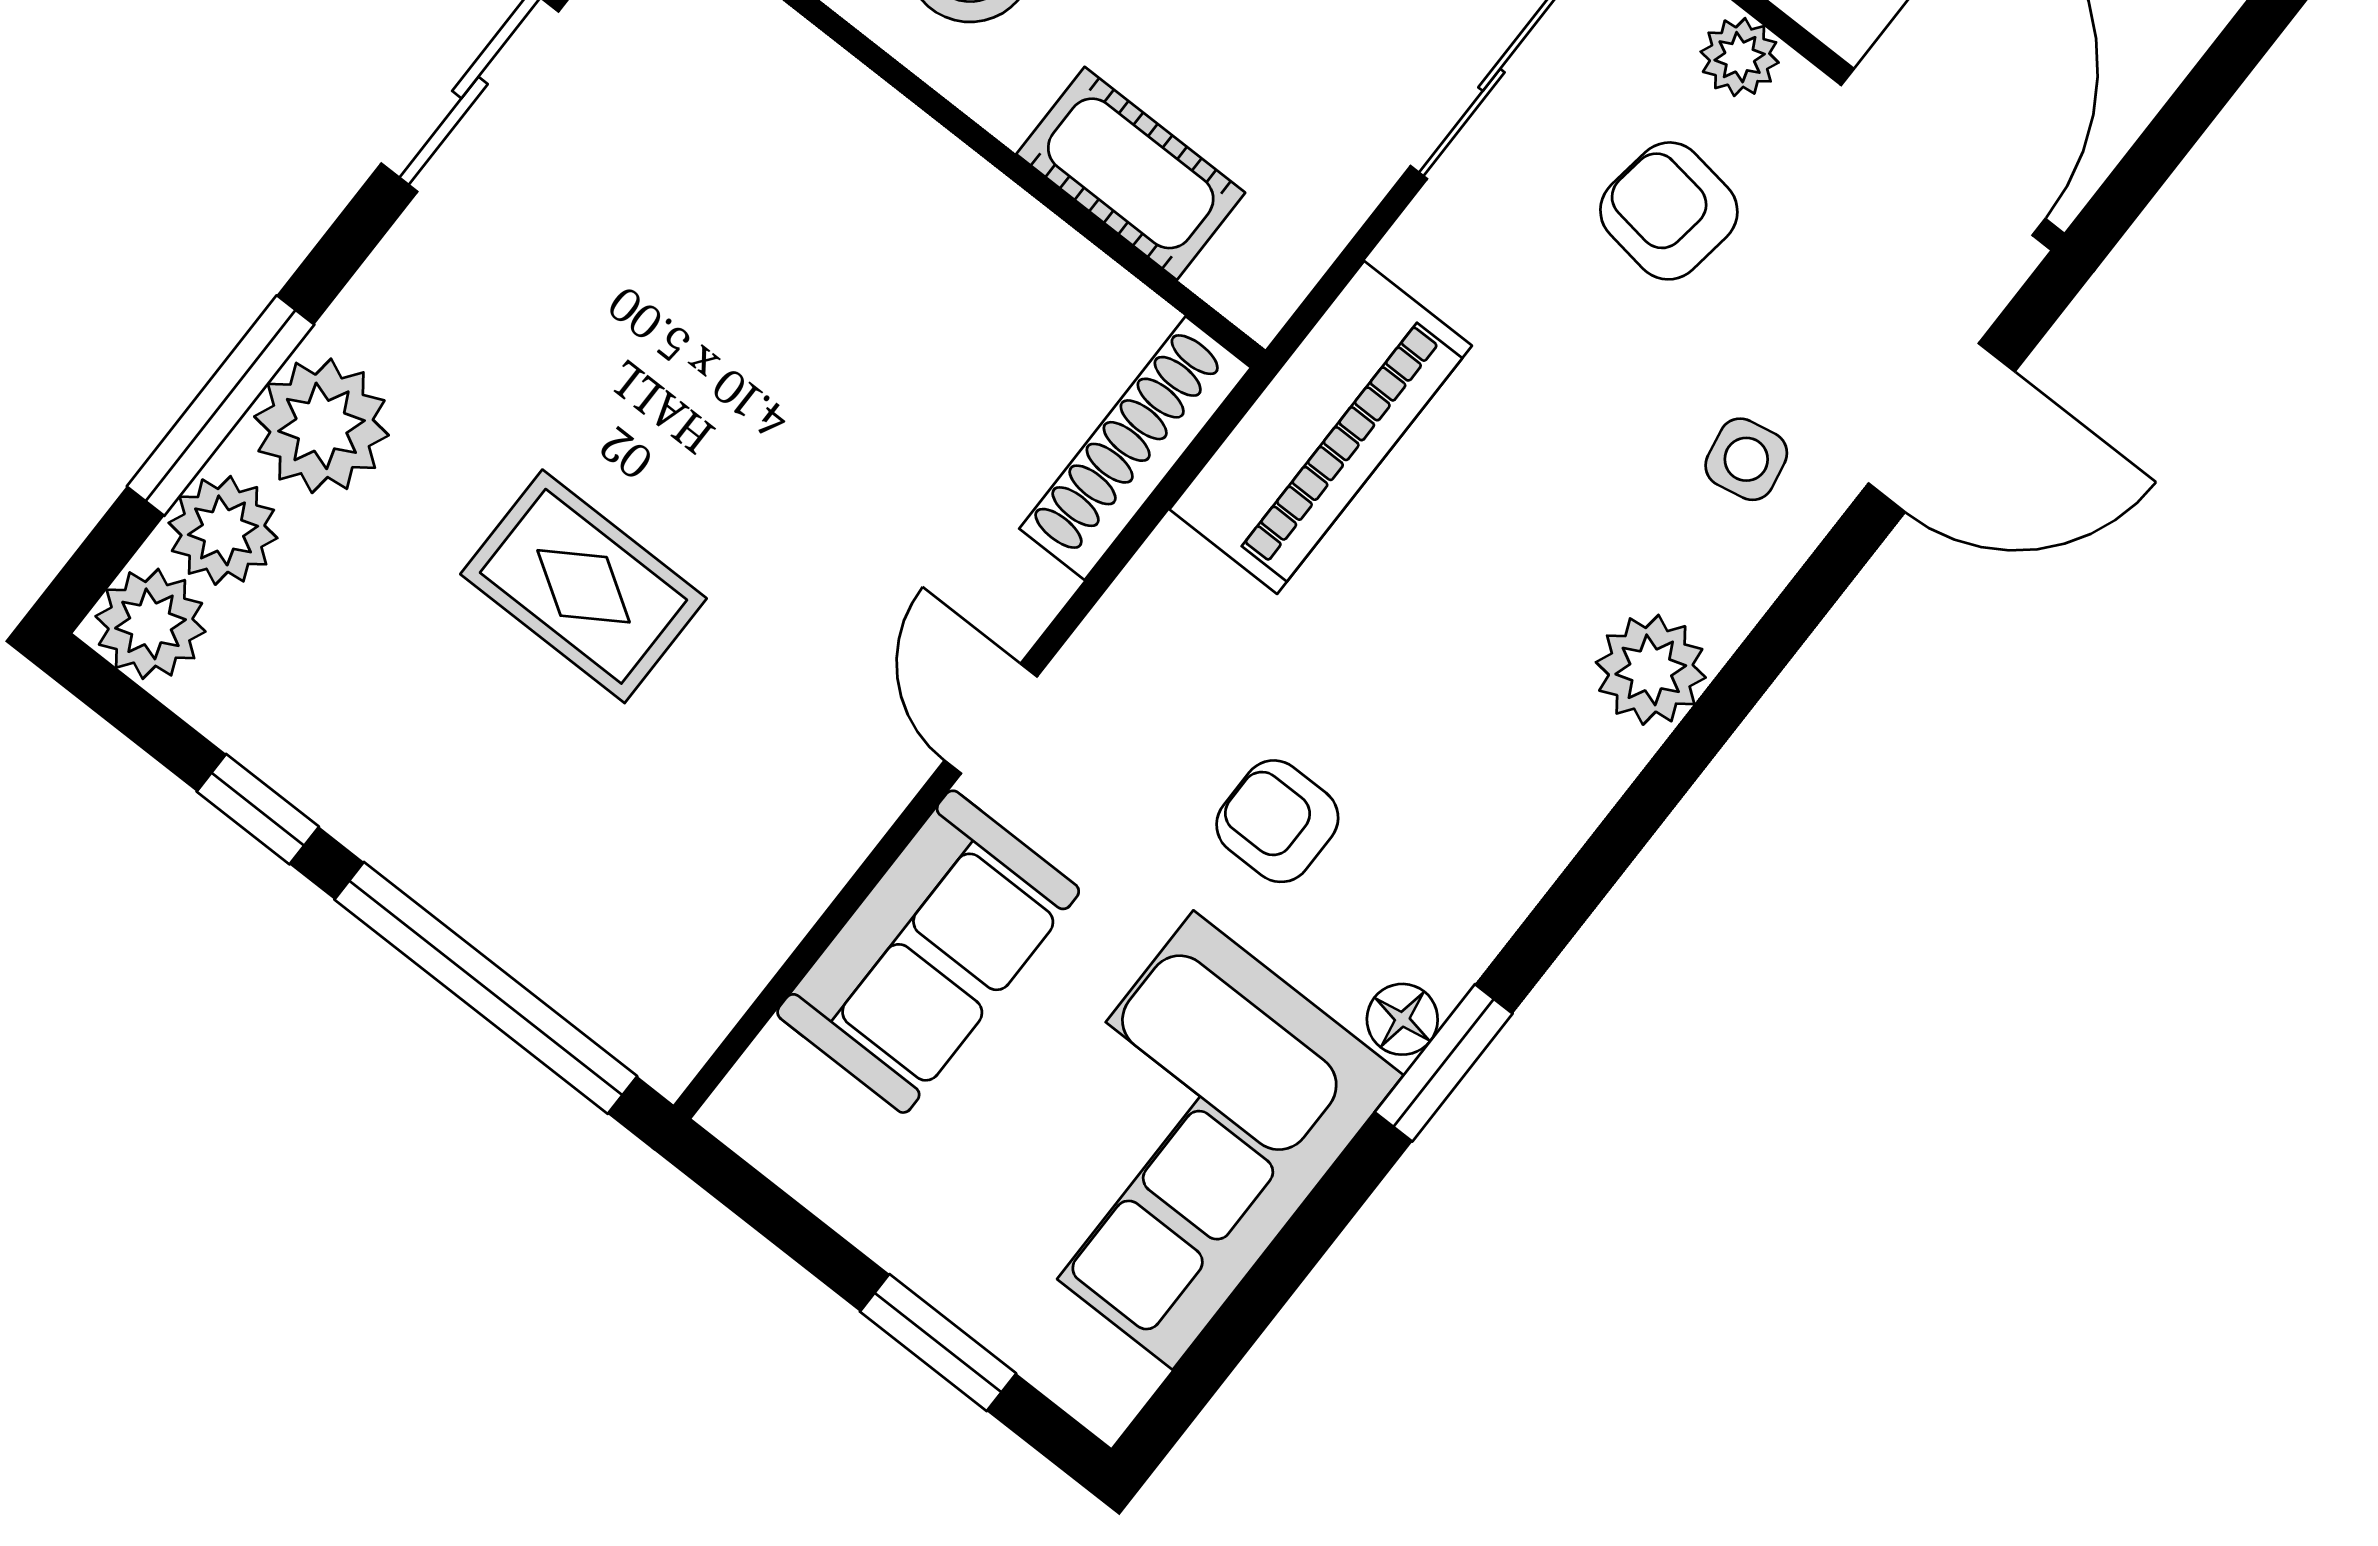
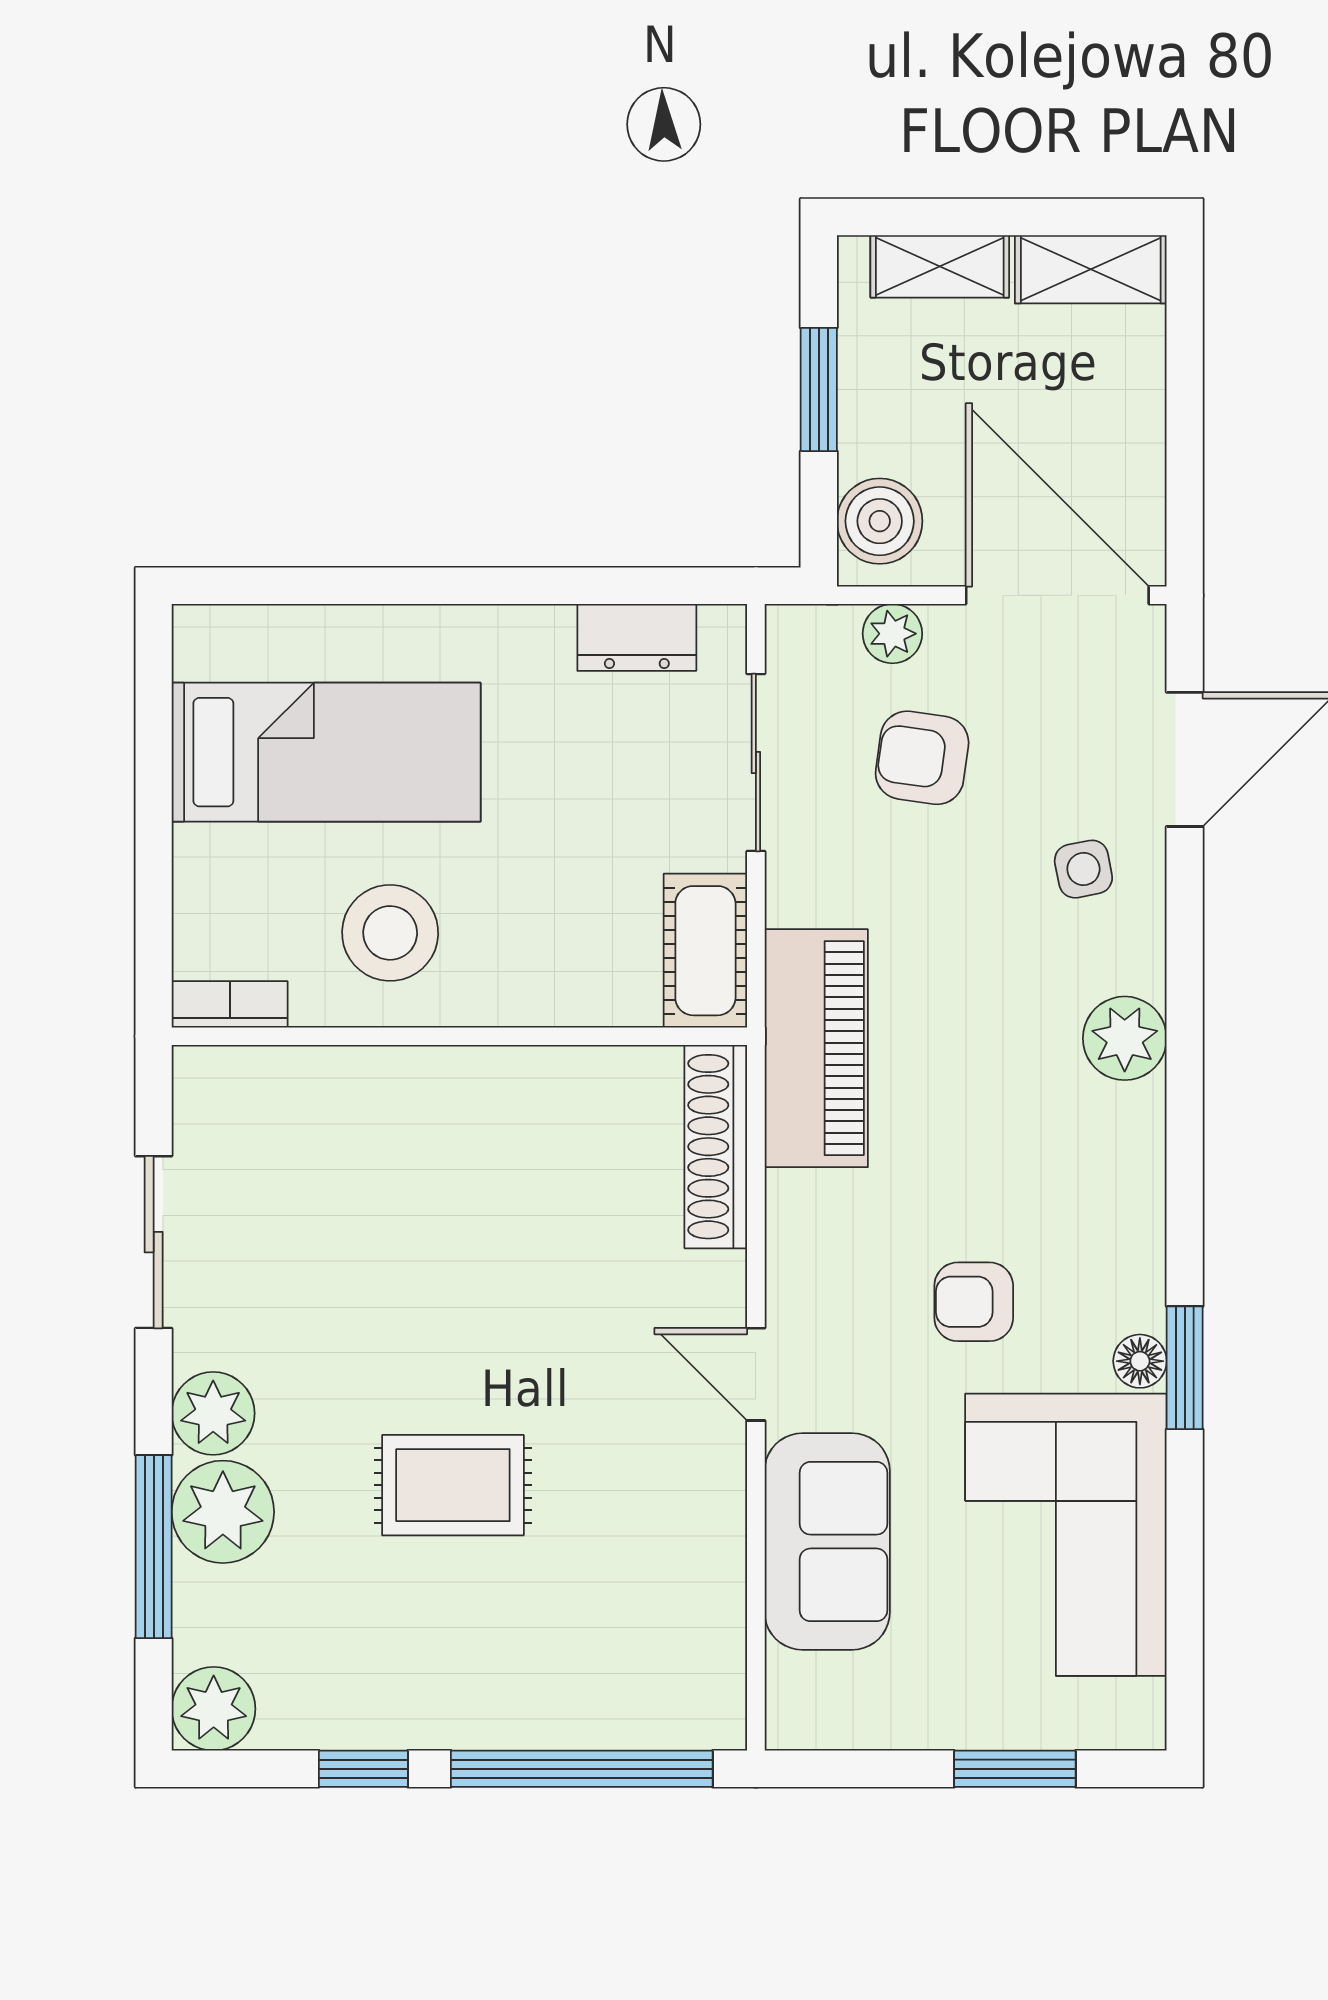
cot: (1131, 173) -> (705, 951), moved, turned 90
plant: (223, 530) -> (213, 1413), moved

